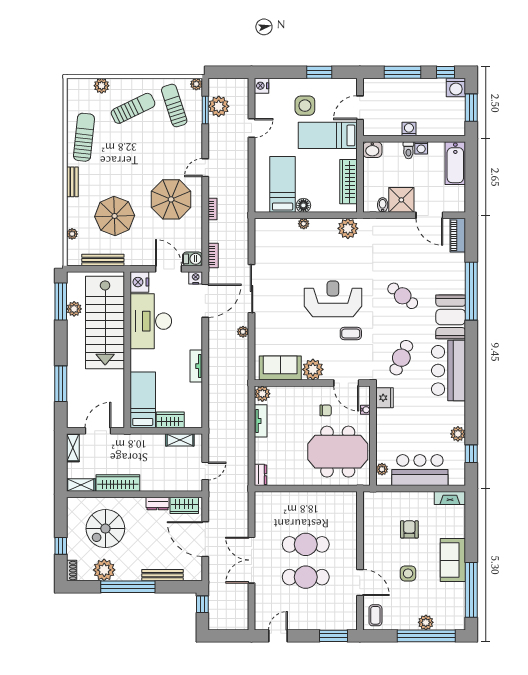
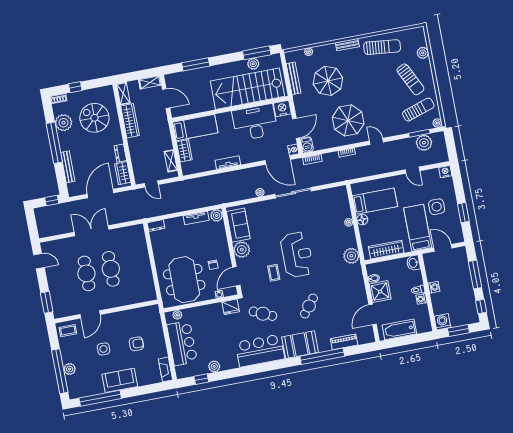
washing machine: (456, 87) -> (442, 322), moved, turned 90
bathtub: (455, 163) -> (399, 329), moved
piano: (458, 235) -> (344, 342), moved

